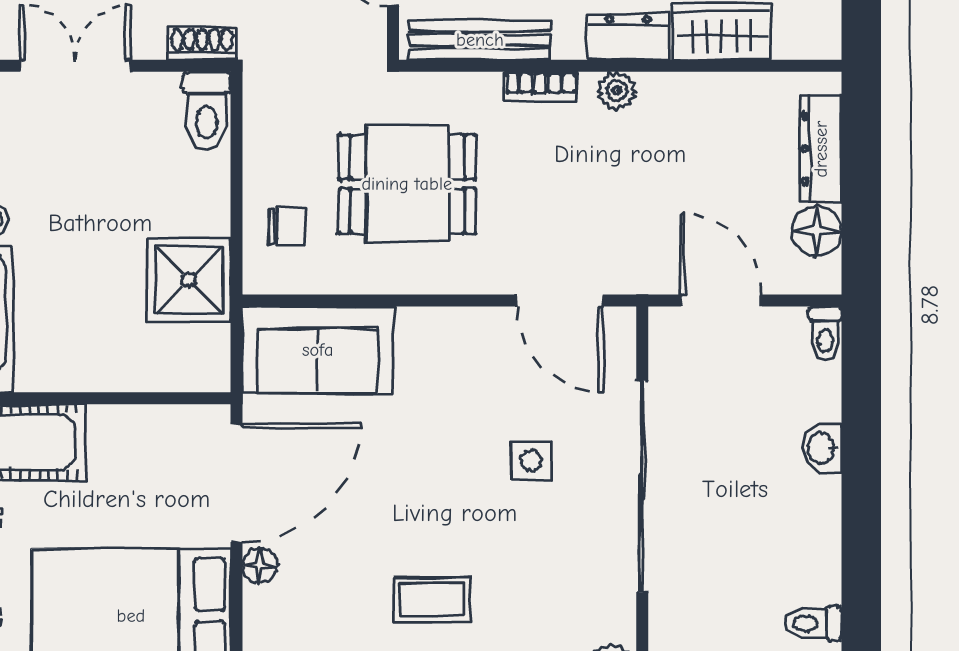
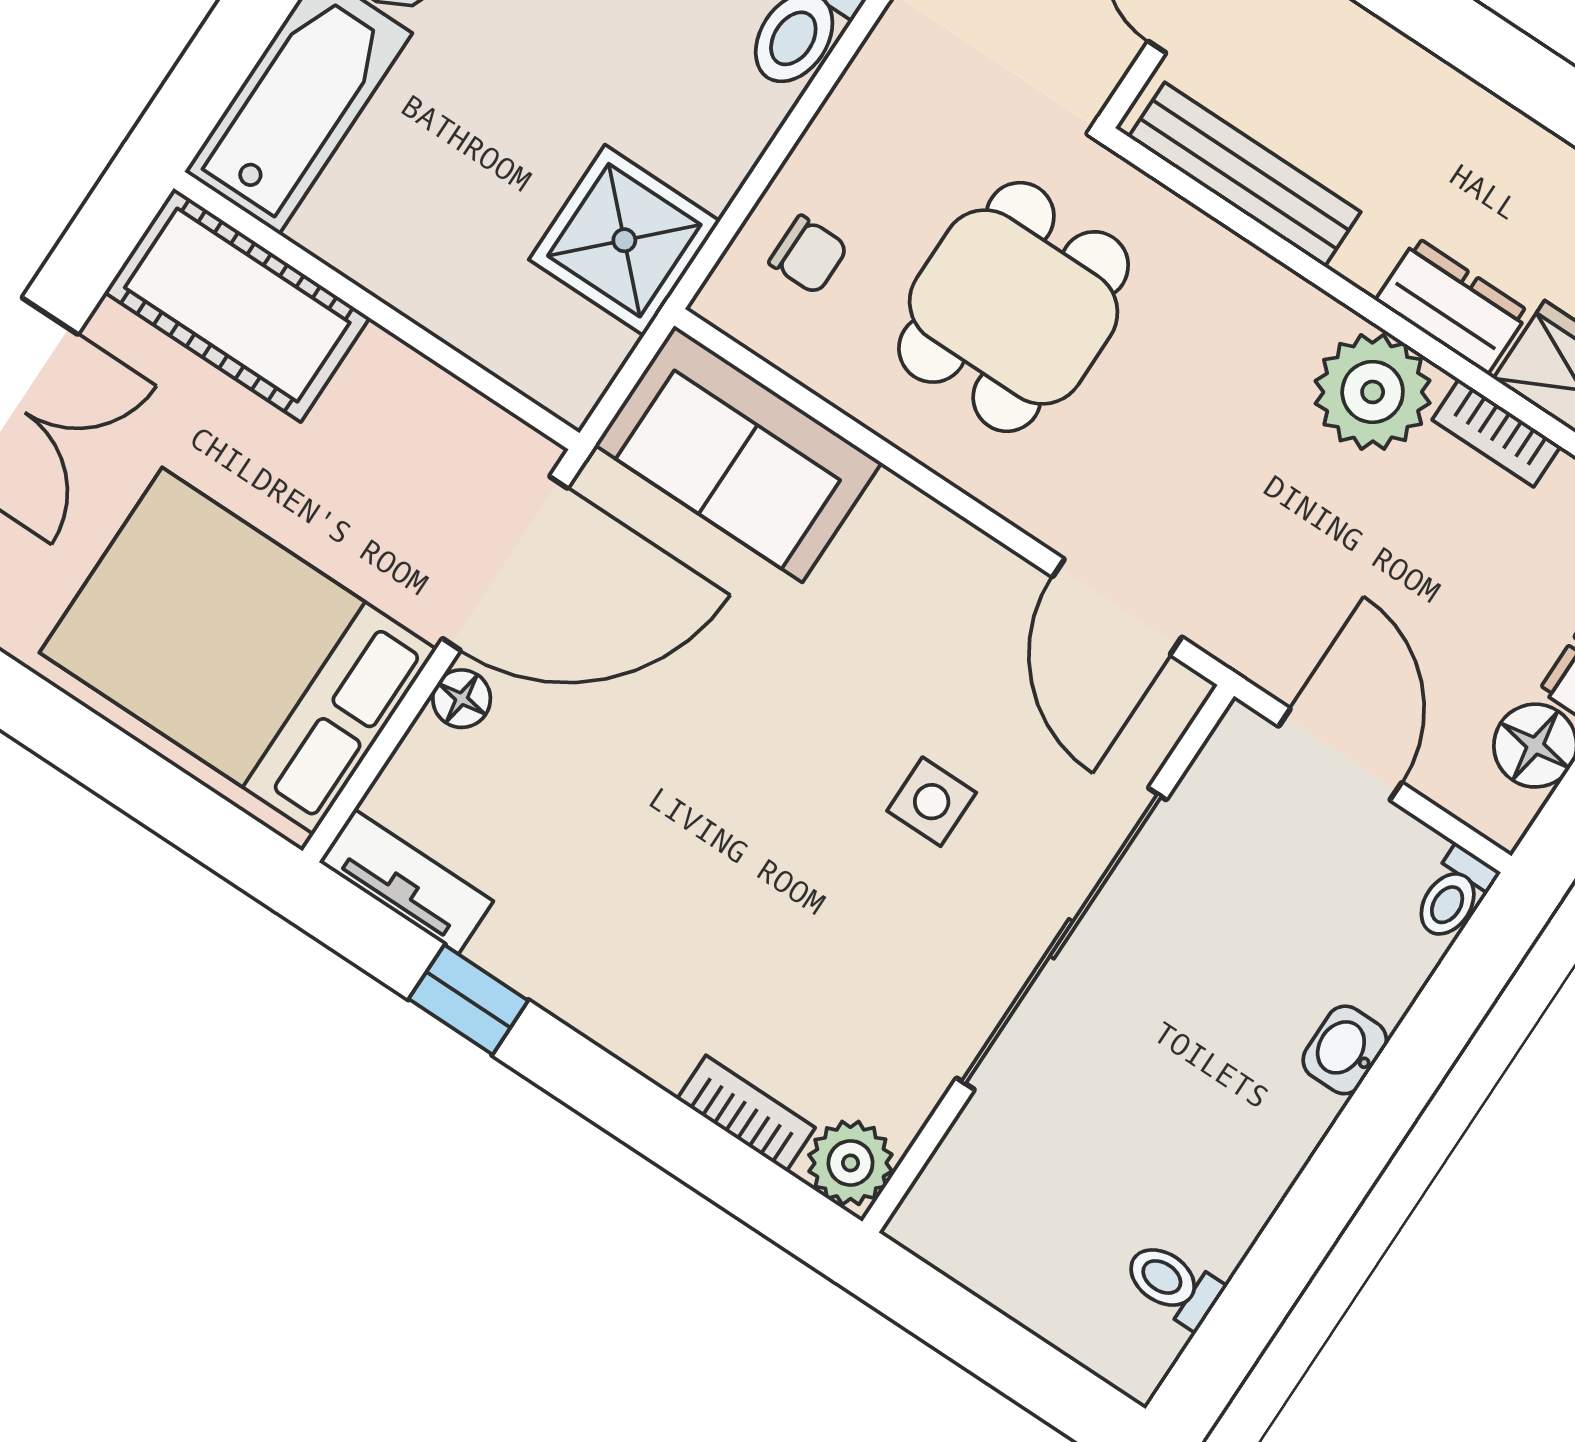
bookcase: (541, 86) -> (1496, 433), moved
plant: (617, 91) -> (1373, 392), width x1.88, depth x1.88
dining table: (407, 184) -> (1014, 307), turned 90
coffee table: (432, 600) -> (668, 904), removed

